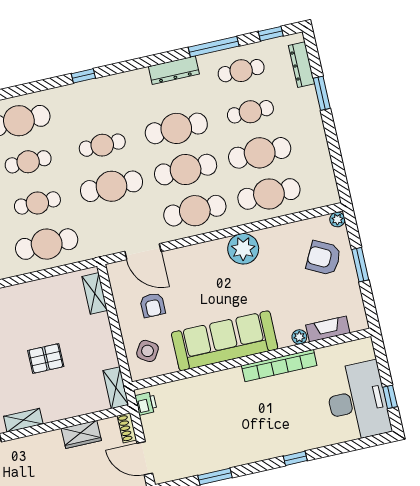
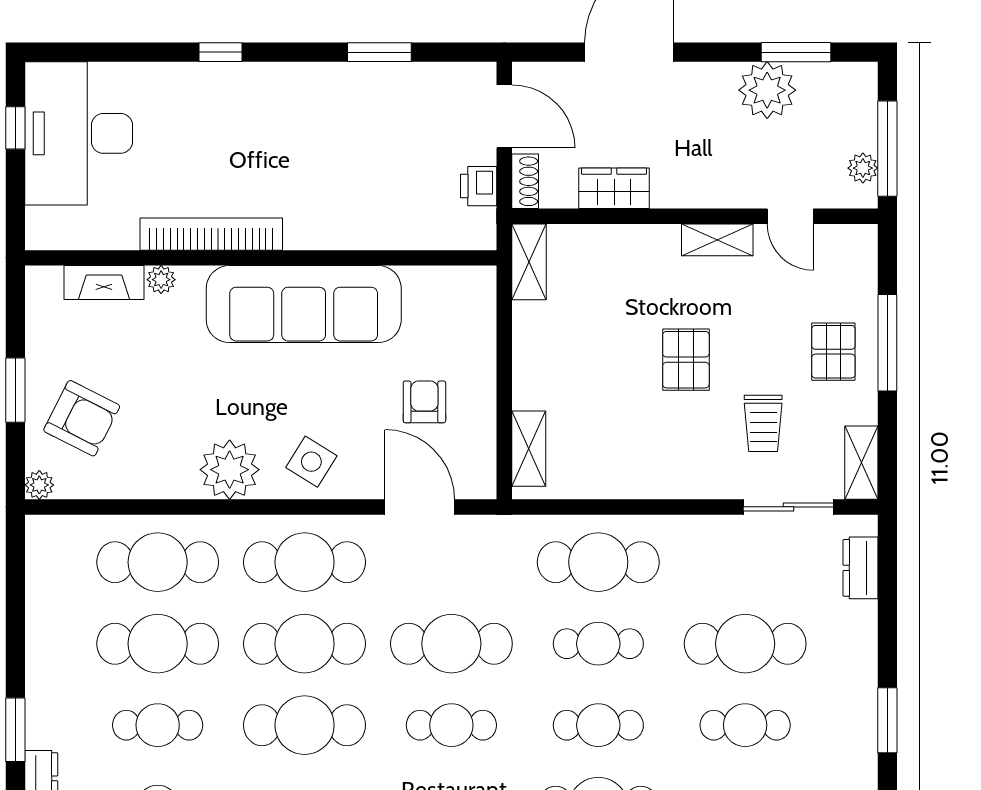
side table: (148, 351) -> (311, 462), moved
pallet: (46, 358) -> (686, 360), moved, turned 90
printer: (146, 403) -> (479, 186), moved

